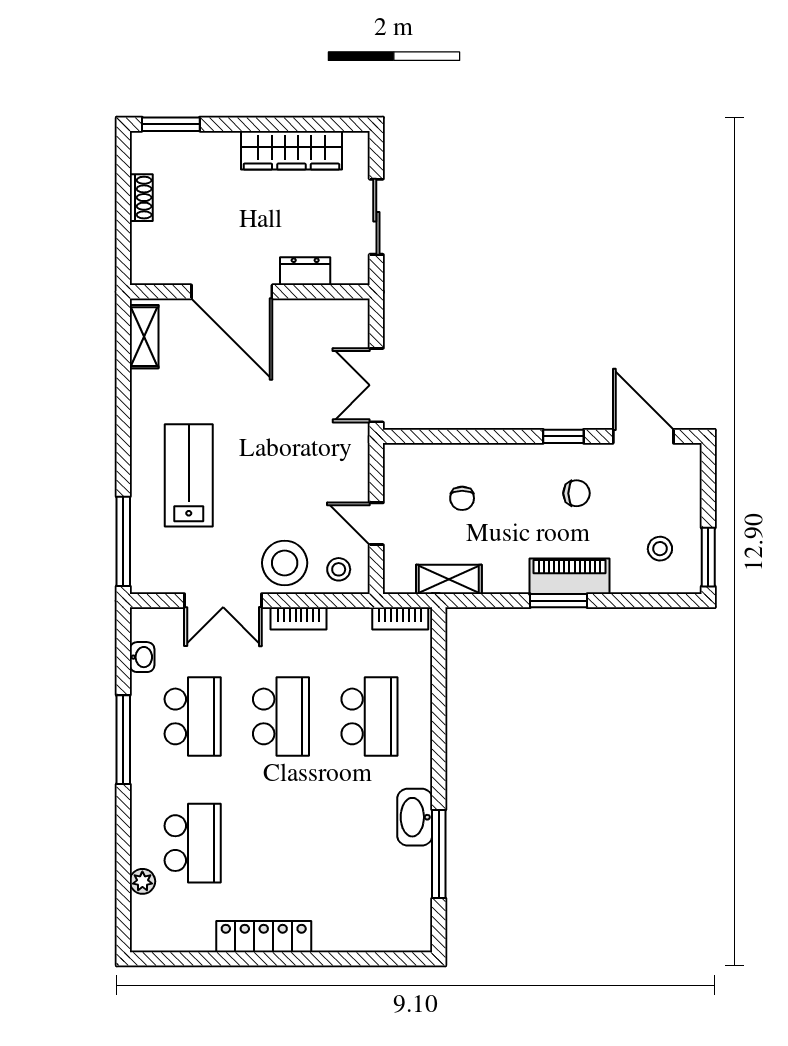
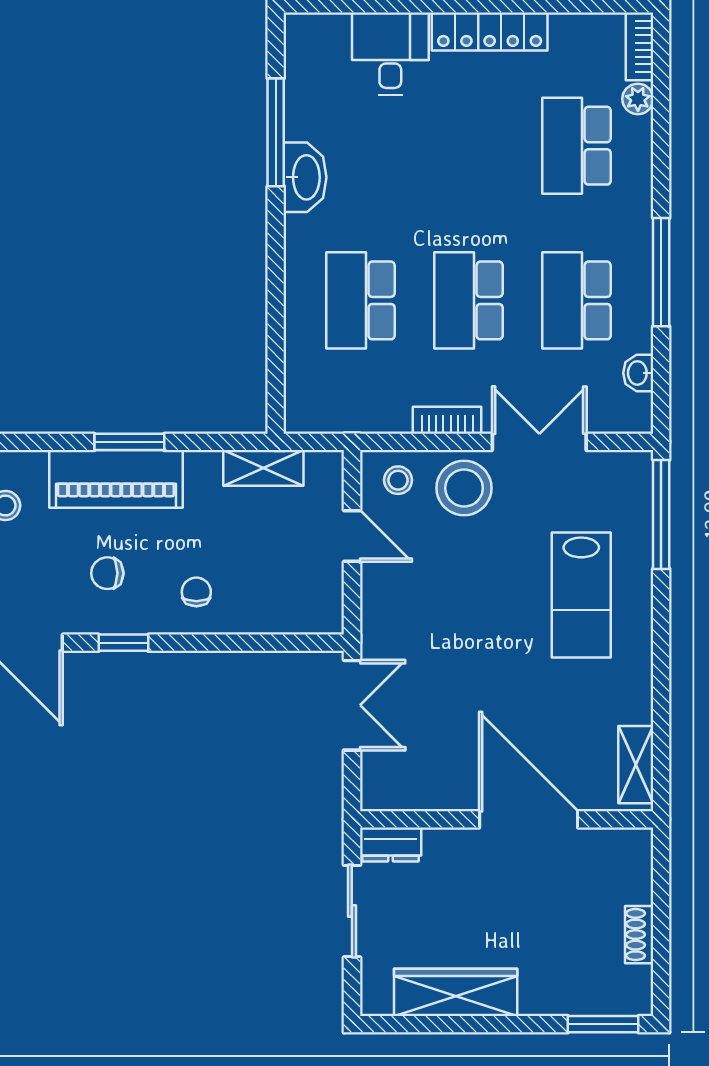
dresser: (305, 271) -> (391, 845), moved
chair: (462, 498) -> (196, 592), moved
piano: (569, 576) -> (116, 479), width x1.37, depth x1.33
bookcase: (400, 618) -> (640, 46), moved, turned -90
desk: (345, 919) -> (390, 53), added

